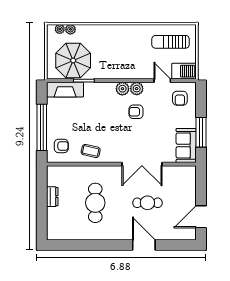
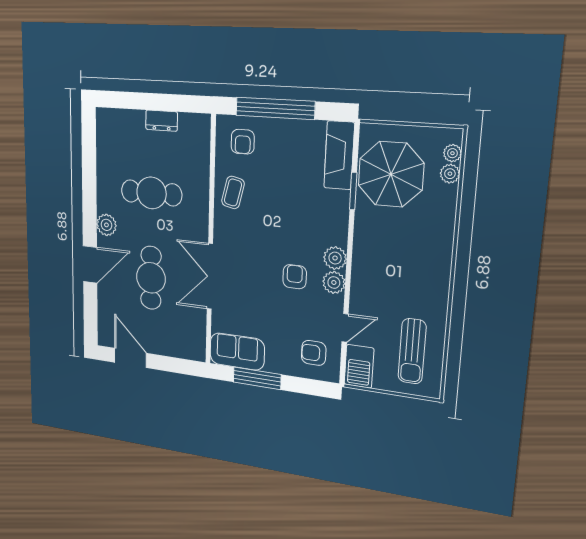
sun lounger: (171, 42) -> (412, 351), turned 180
cafe table: (147, 203) -> (151, 278), width x1.37, depth x1.35
plant: (118, 233) -> (106, 225), added

